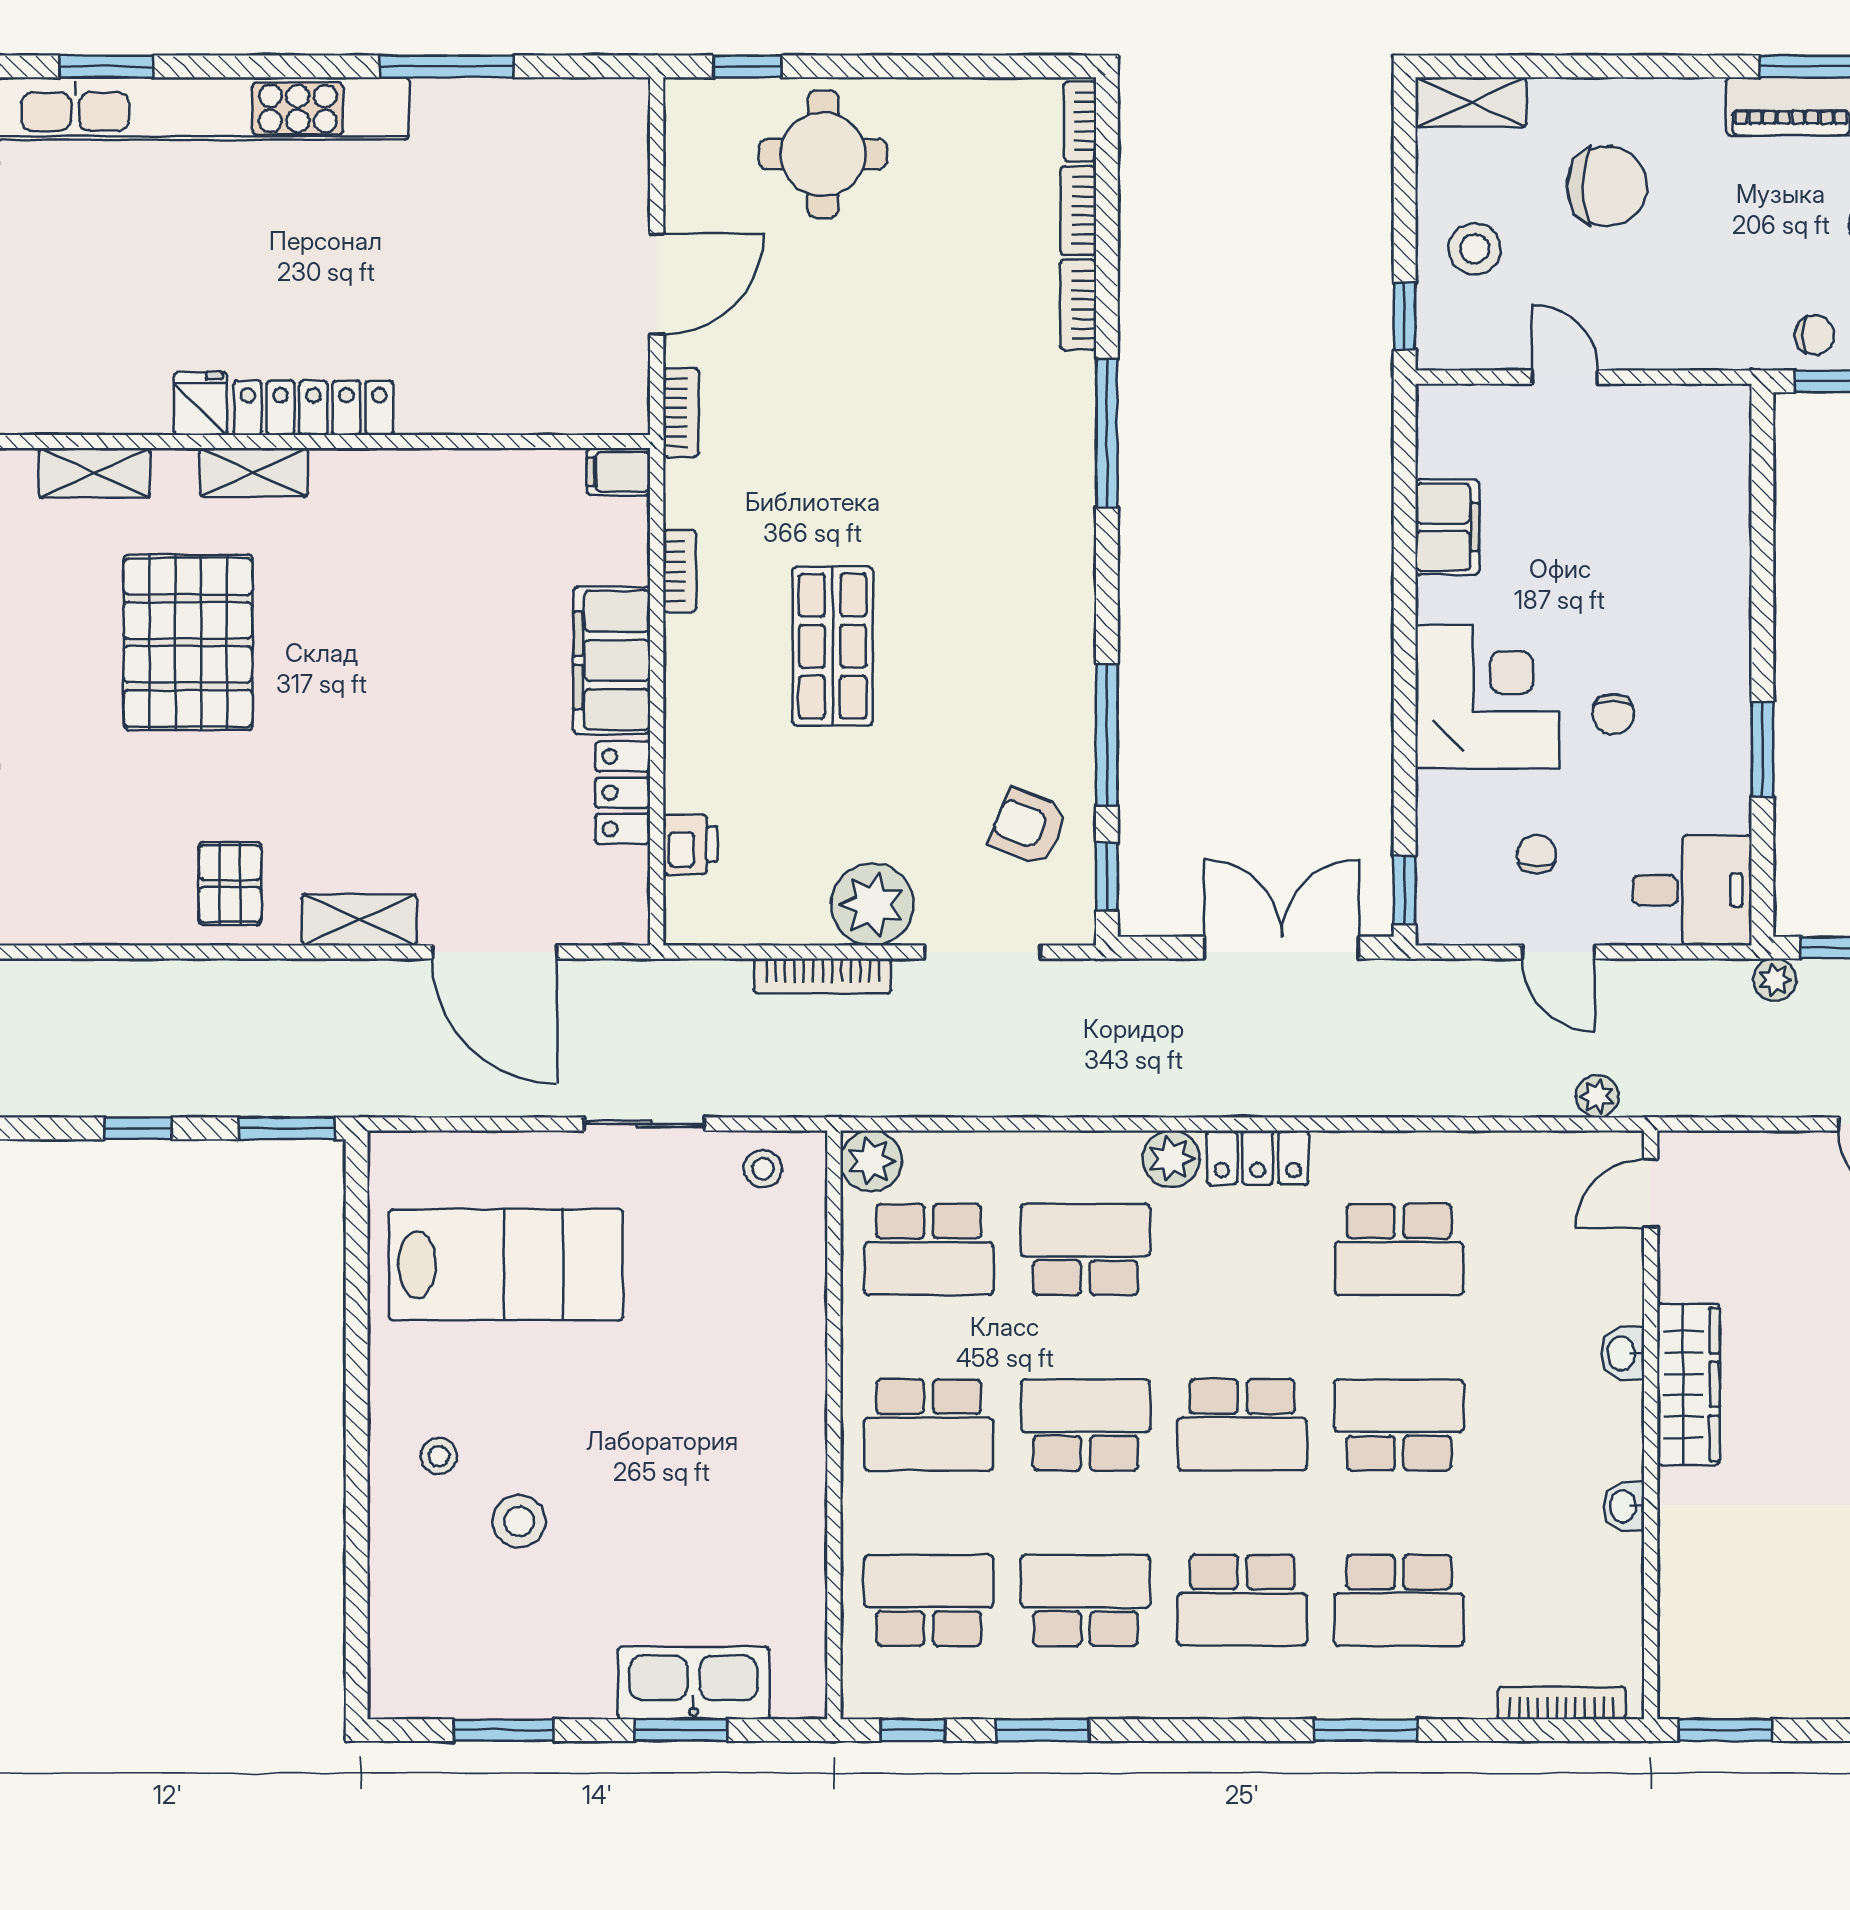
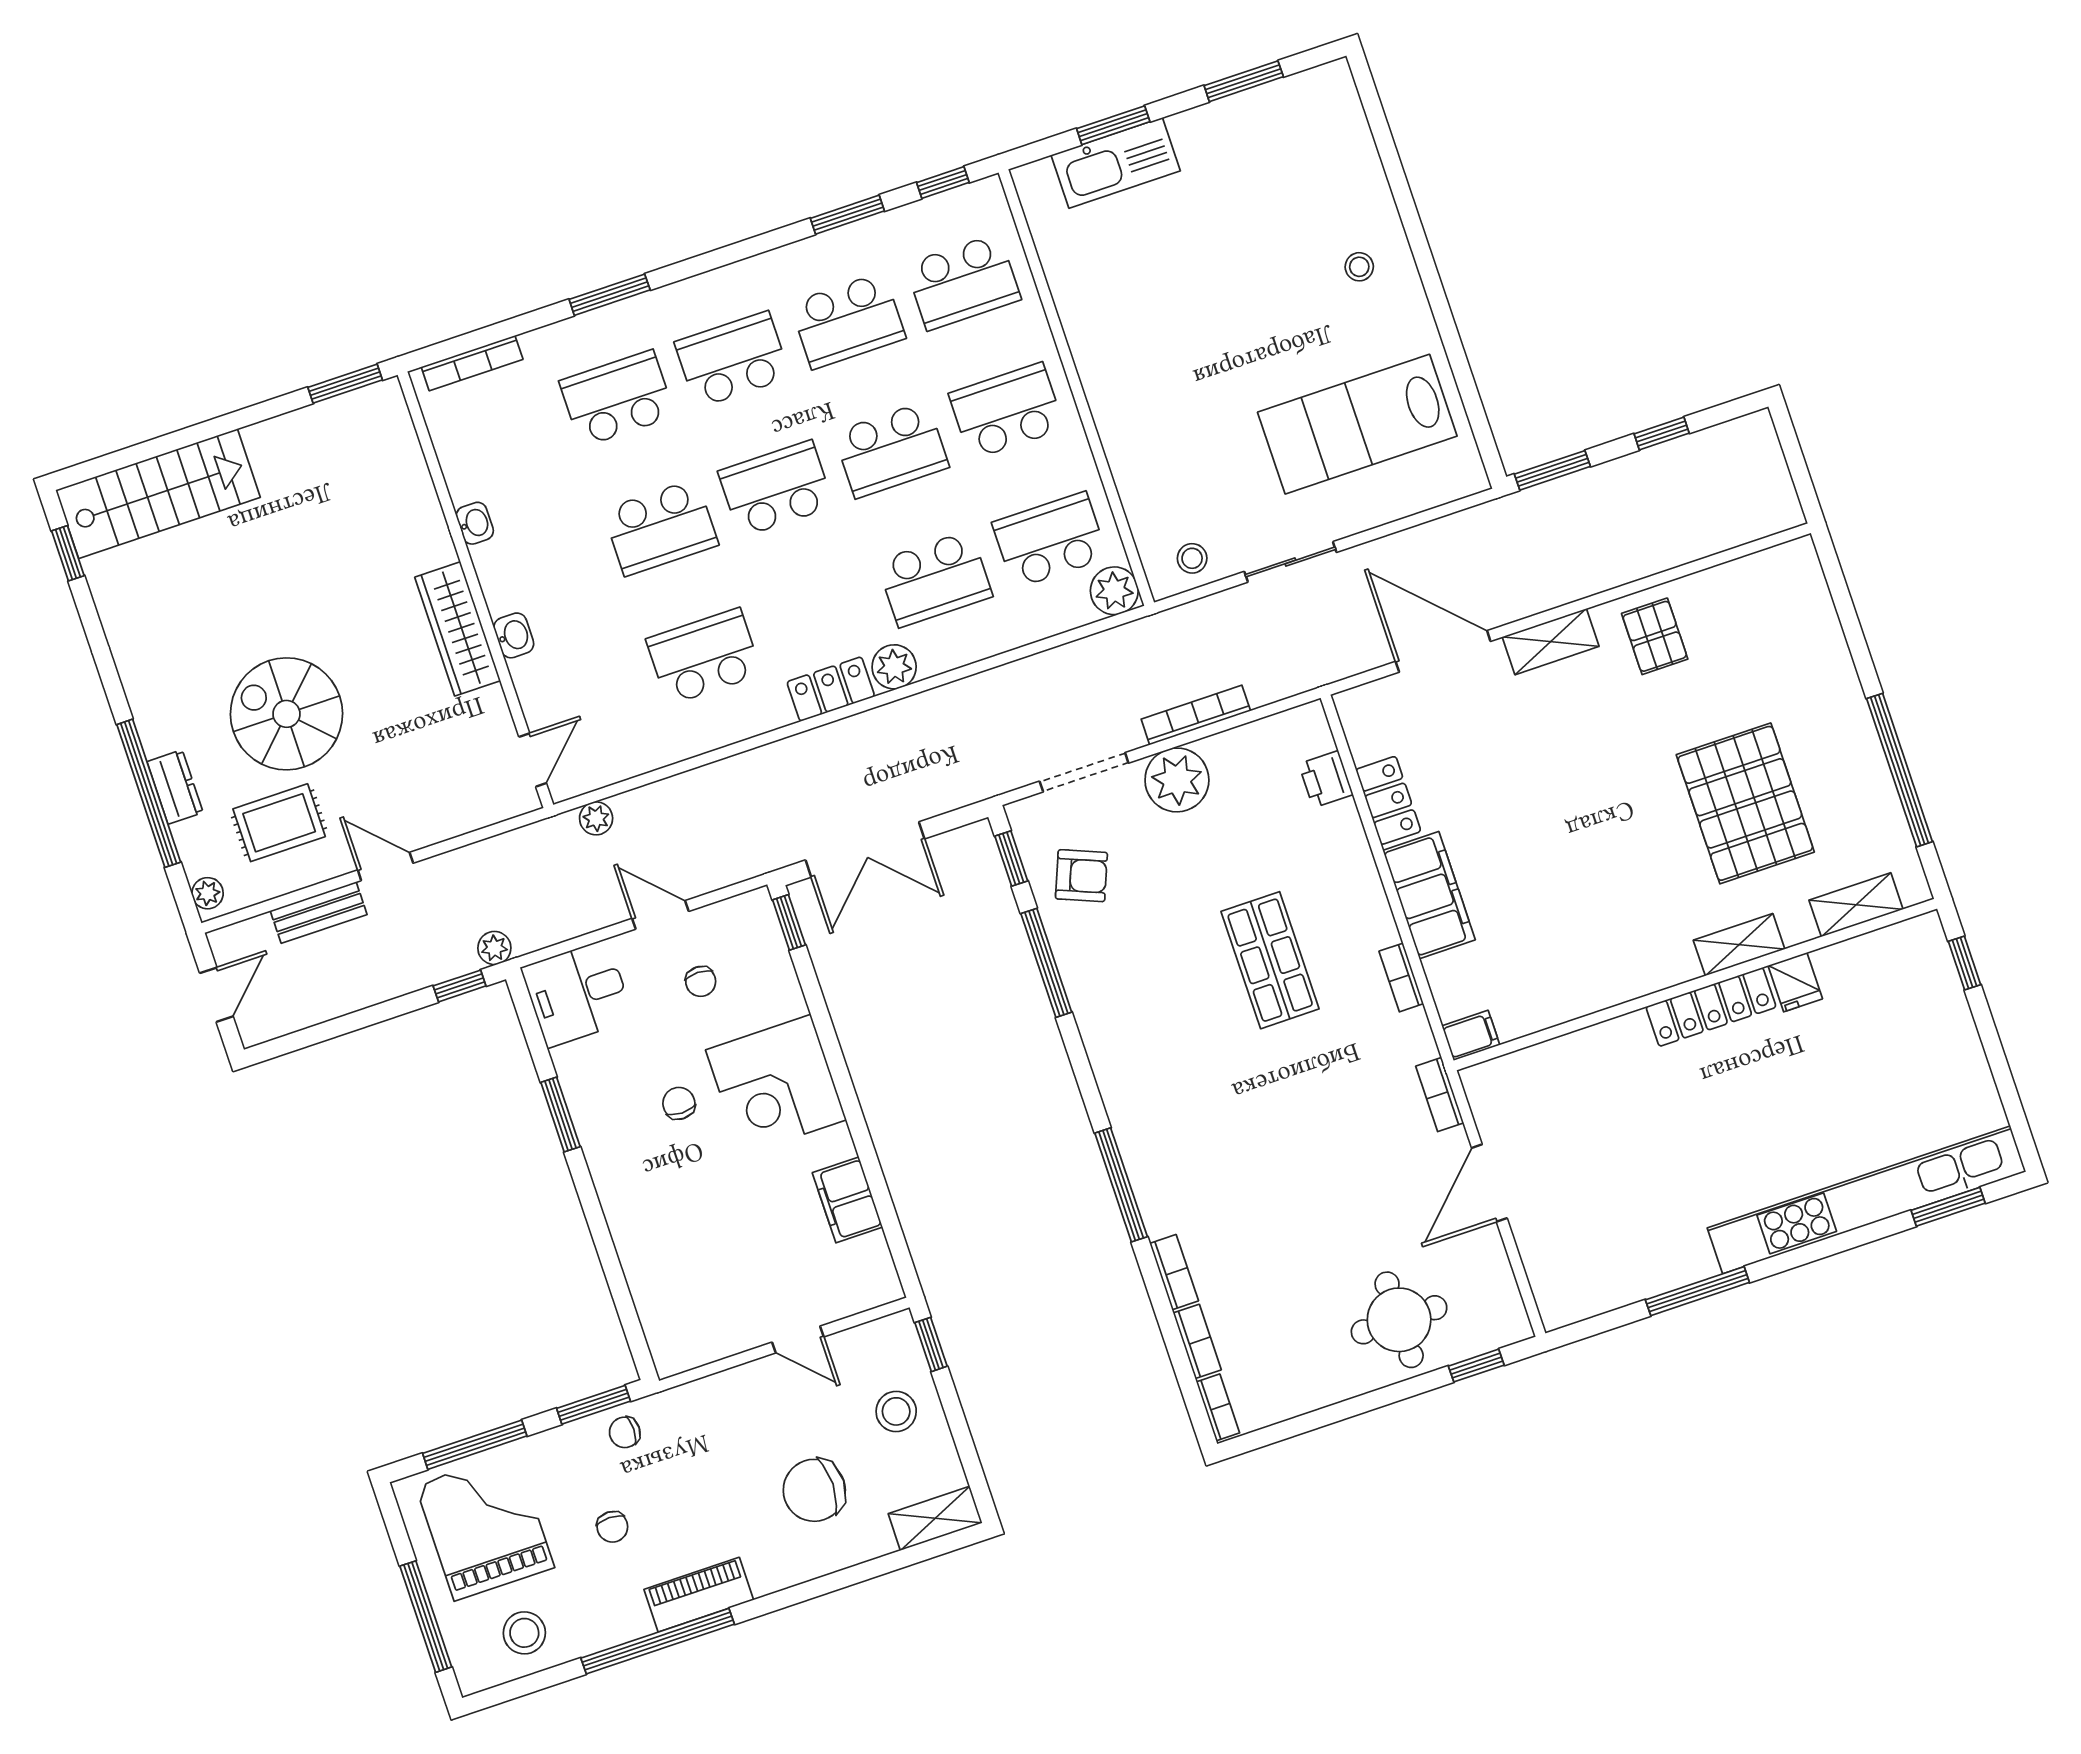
stool: (519, 1521) -> (1284, 239), removed

